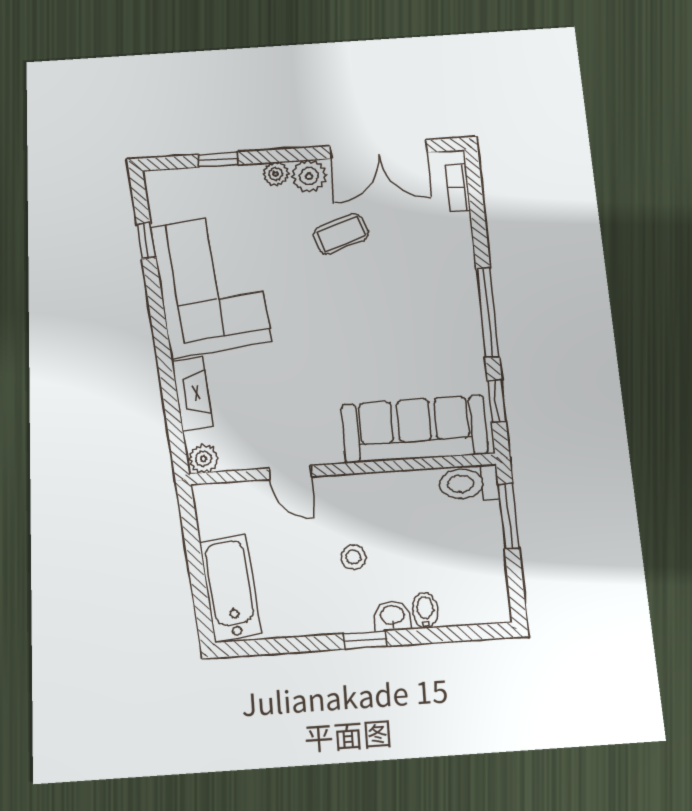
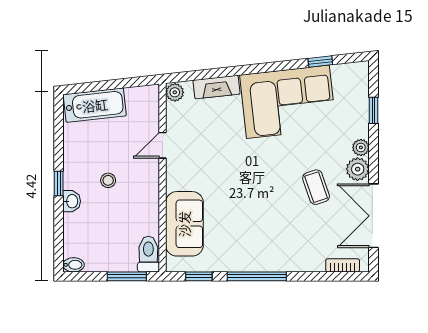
sofa: (415, 429) -> (184, 224), width x0.73
bidet: (425, 610) -> (74, 265), moved

